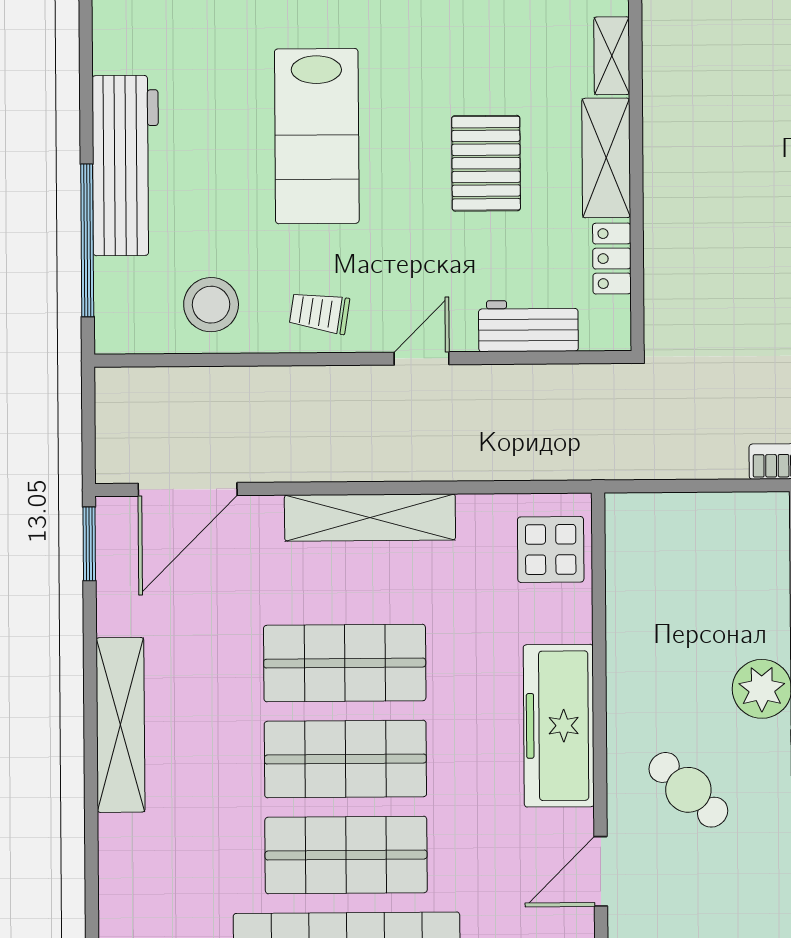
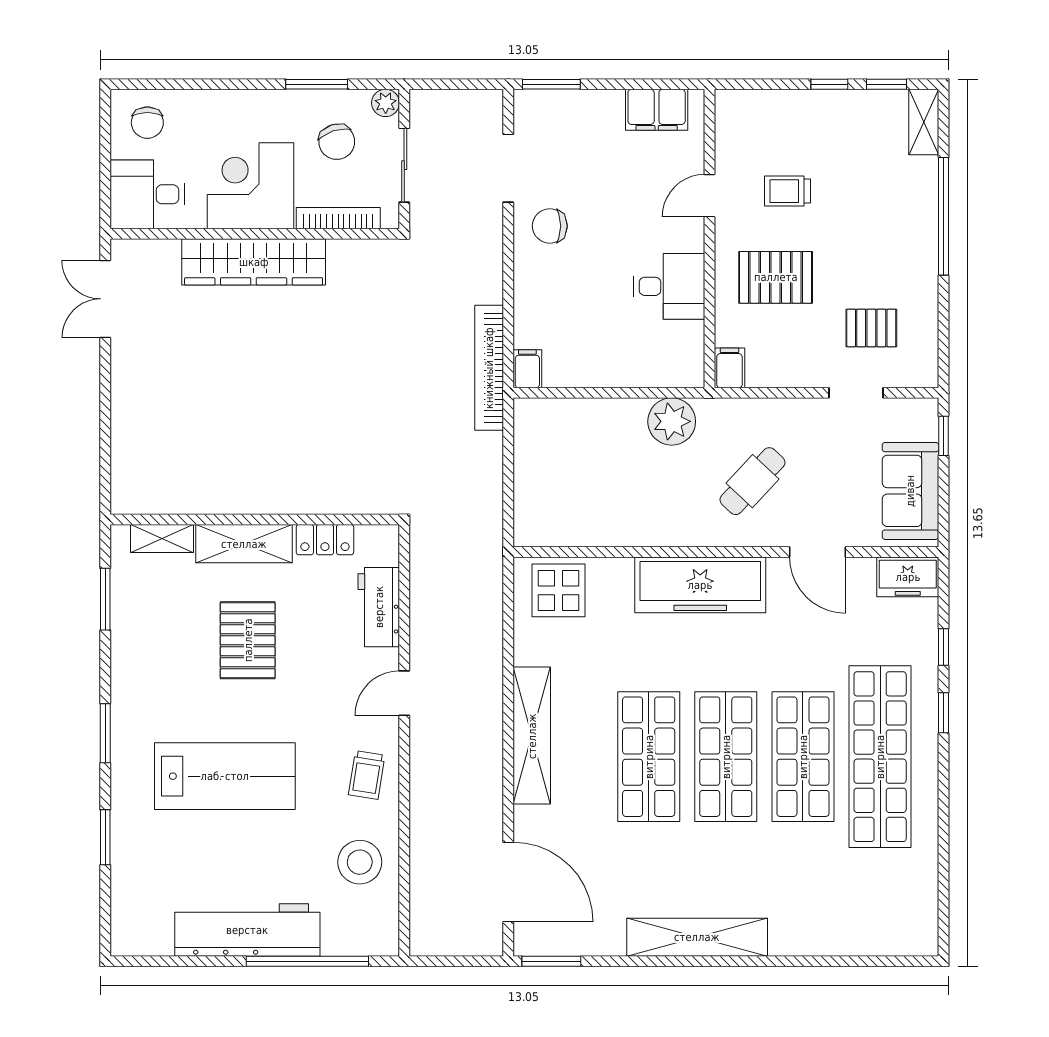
pallet: (486, 163) -> (248, 640), turned 90
door: (422, 358) -> (404, 693), hinge flipped

